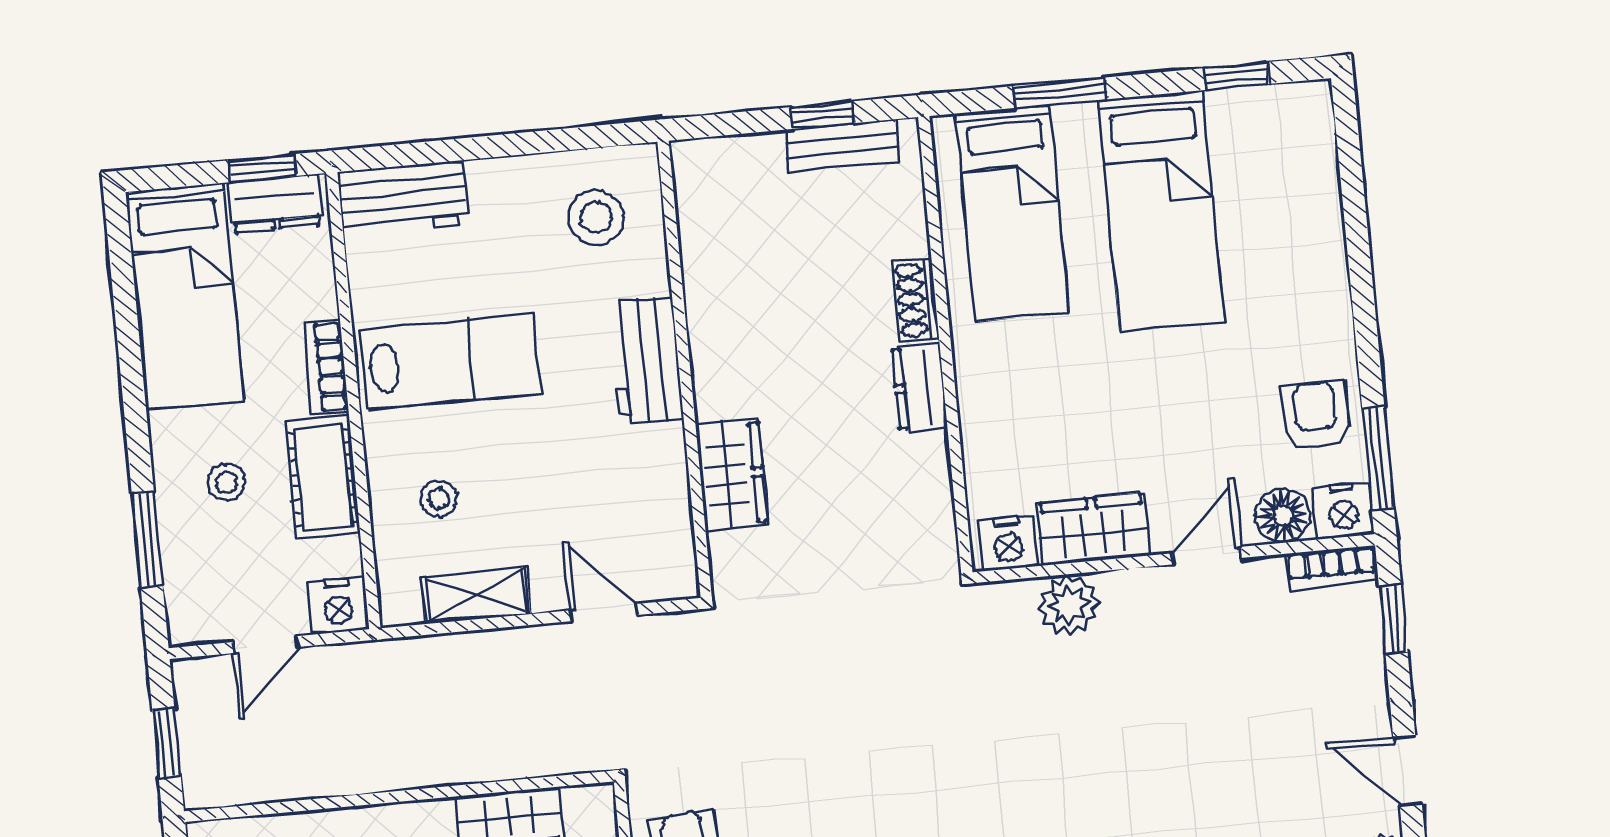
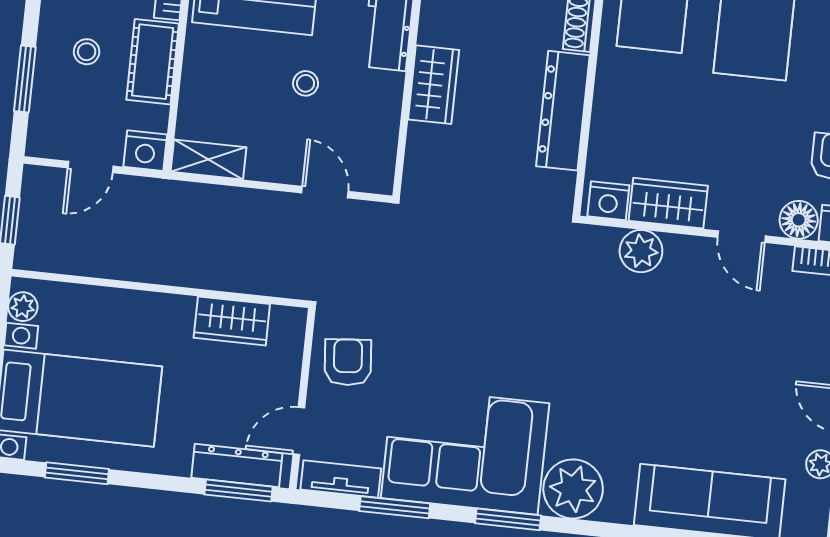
dresser: (920, 387) -> (563, 111), width x1.96, depth x1.24
wardrobe: (731, 474) -> (434, 85), moved
stool: (439, 499) -> (306, 83), moved
door: (1207, 556) -> (742, 237), swing flipped
shelving: (476, 595) -> (209, 159), moved

